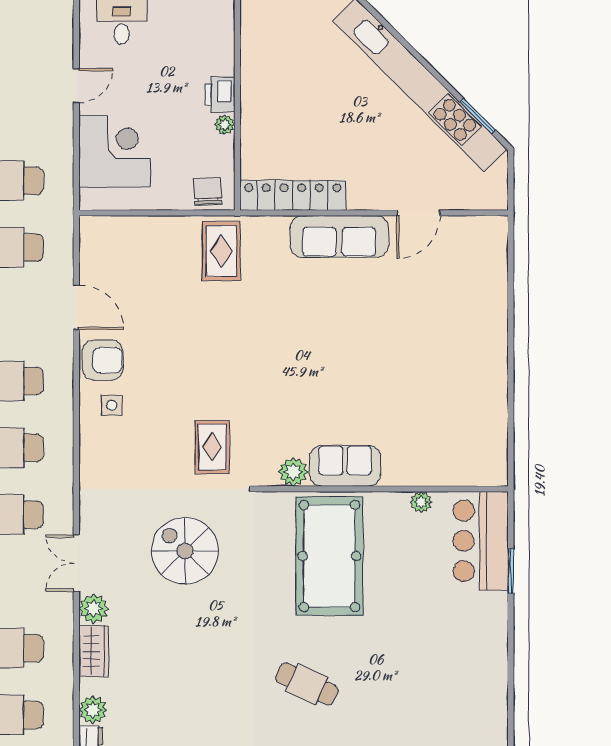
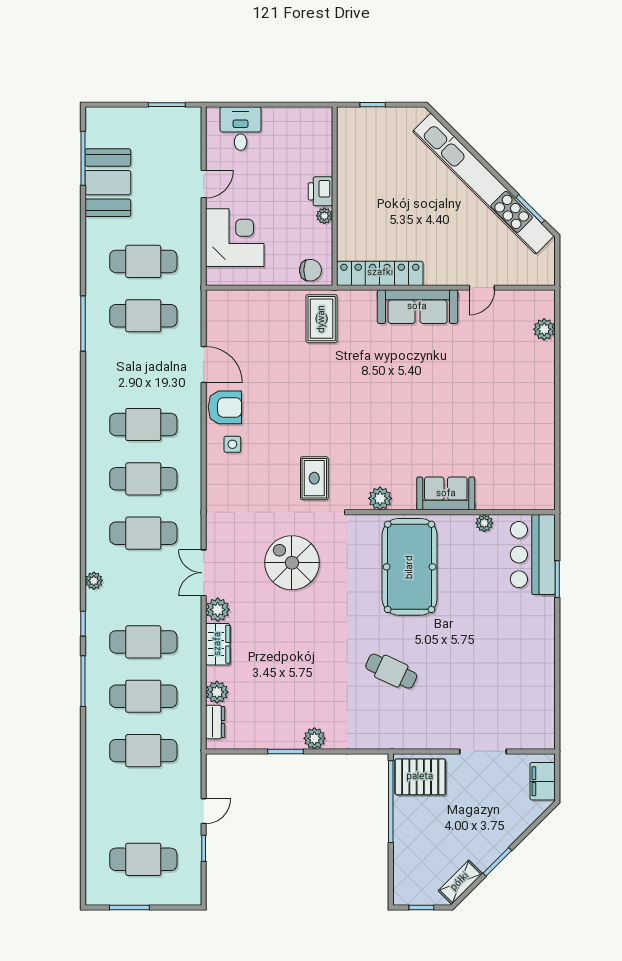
chair: (208, 191) -> (311, 270), turned 93
door: (418, 213) -> (482, 288), width x0.73
plant: (495, 264) -> (544, 329), added
sofa: (345, 466) -> (446, 494), moved

